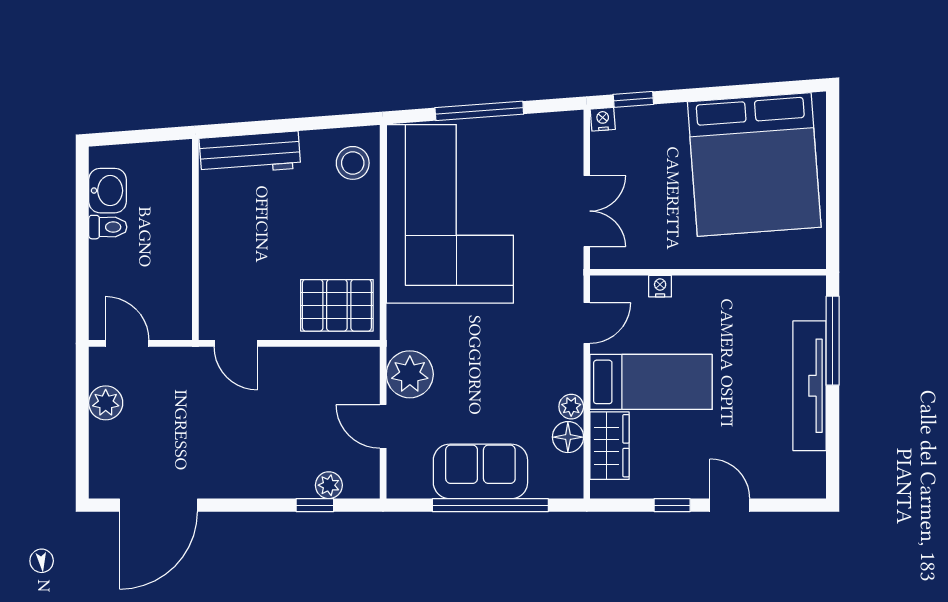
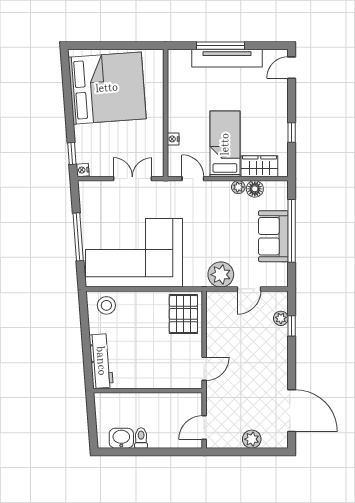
window: (833, 341) -> (220, 46), moved
plant: (106, 403) -> (252, 439), moved
door: (730, 505) -> (292, 68), moved

